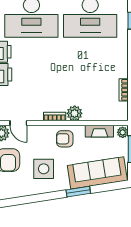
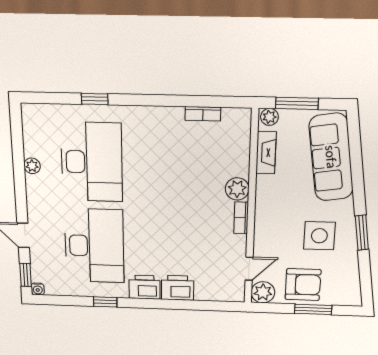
armchair: (65, 139) -> (276, 204), removed
window: (78, 192) -> (362, 233), moved

